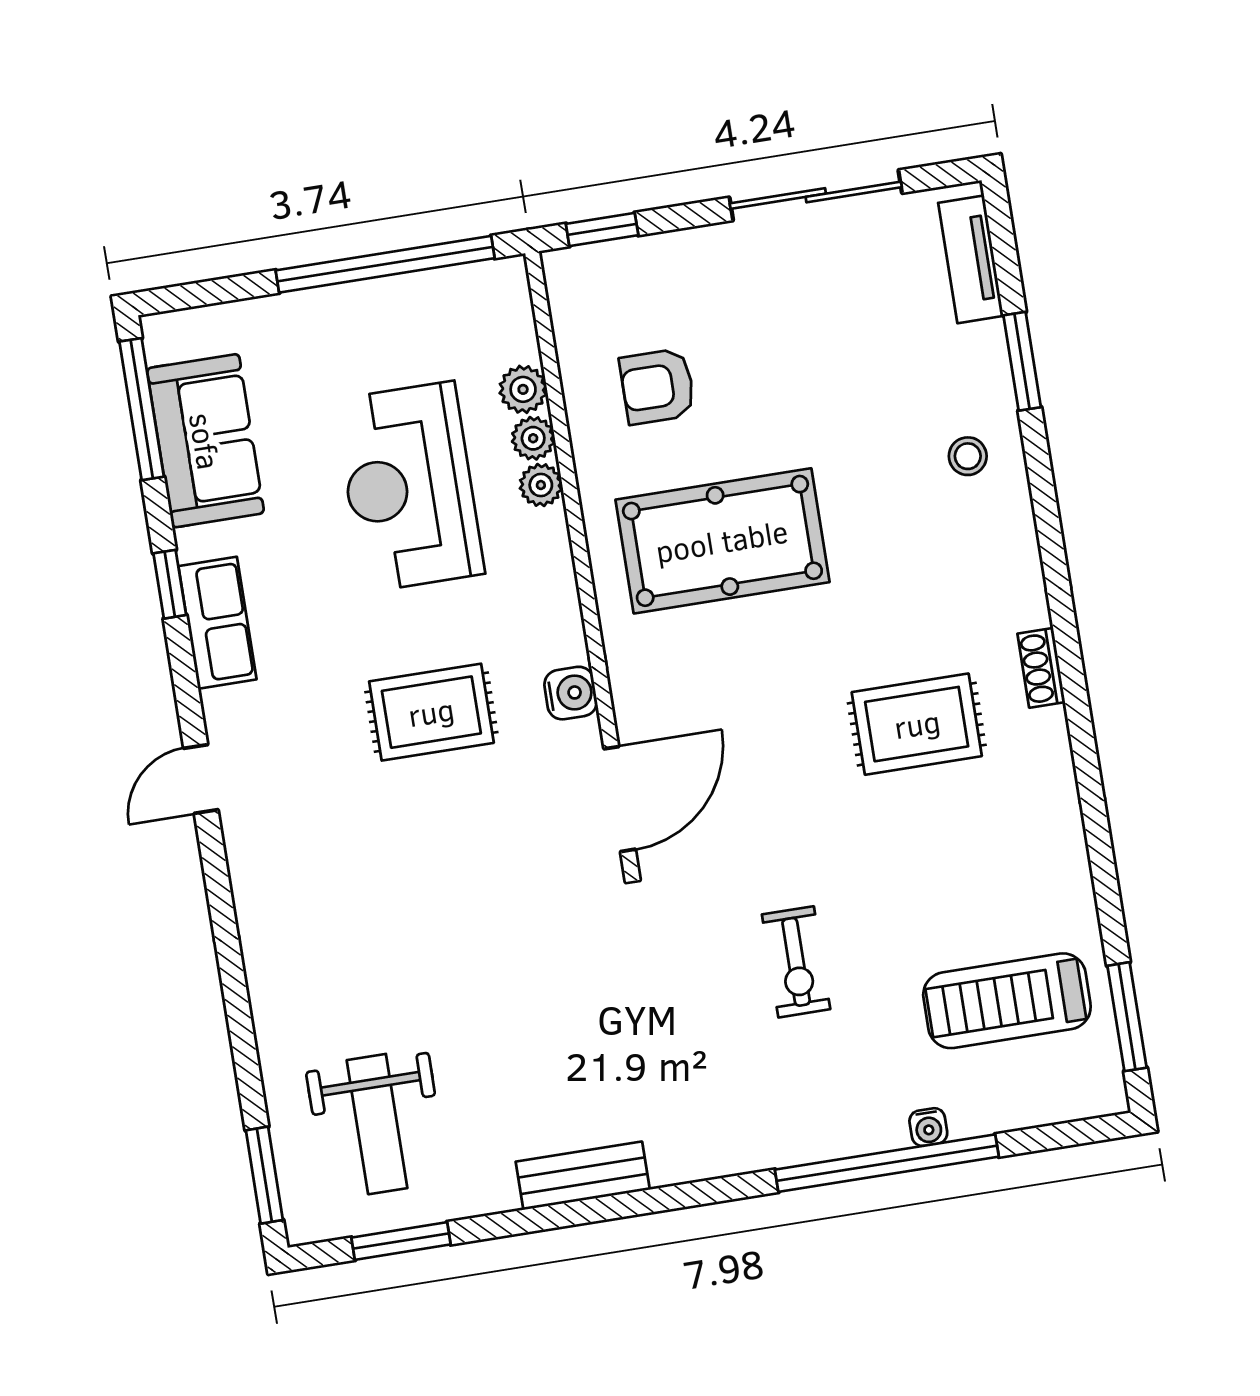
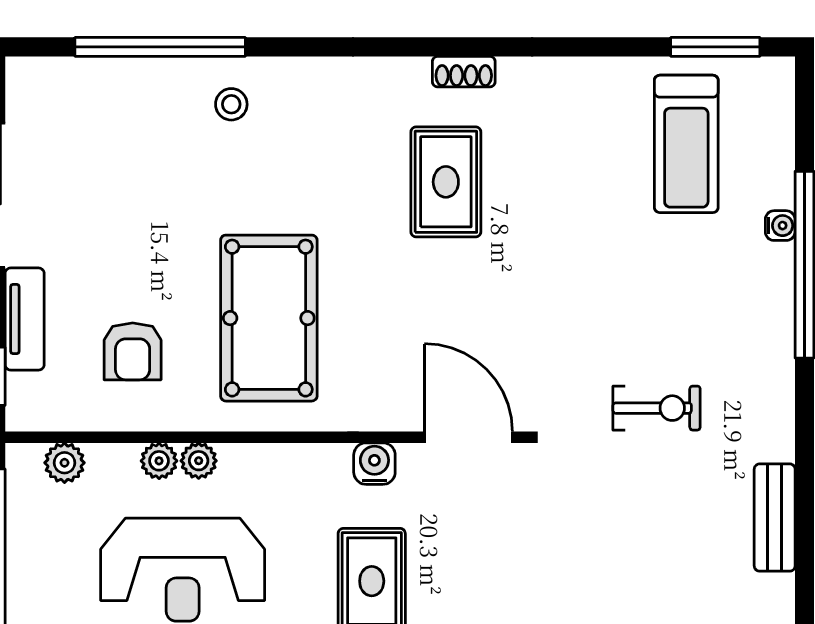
tv unit: (971, 259) -> (25, 319), moved, turned -90
window: (1022, 361) -> (160, 47), width x2.11
plant: (523, 389) -> (64, 463), moved
shoe rack: (1041, 668) -> (464, 72), moved
exercise bike: (796, 962) -> (657, 408), moved

